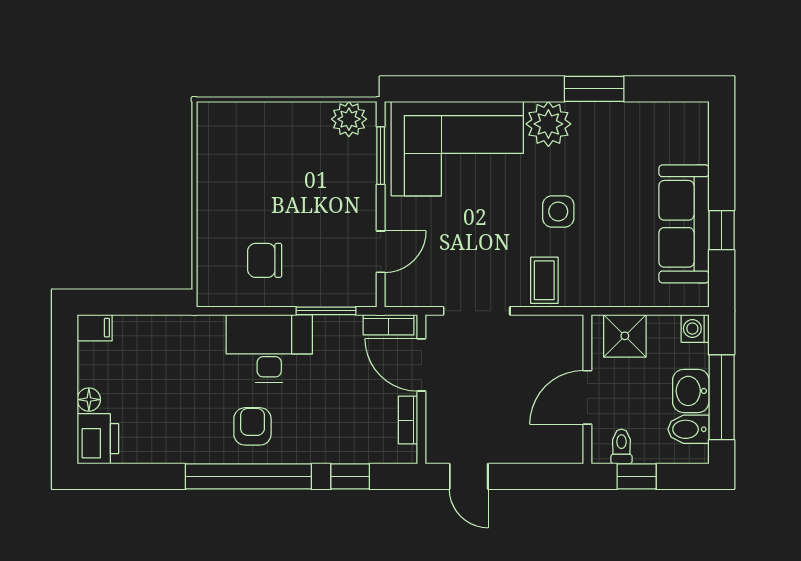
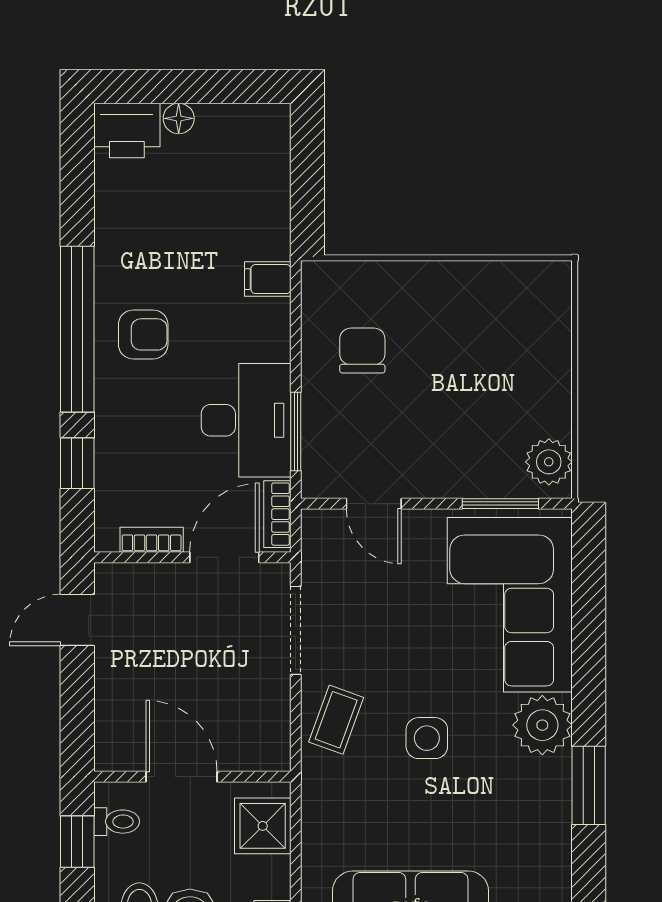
coffee table: (544, 280) -> (336, 720), turned -70
filing cabinet: (95, 328) -> (268, 279), moved, turned 90
desk: (269, 348) -> (246, 420), moved

